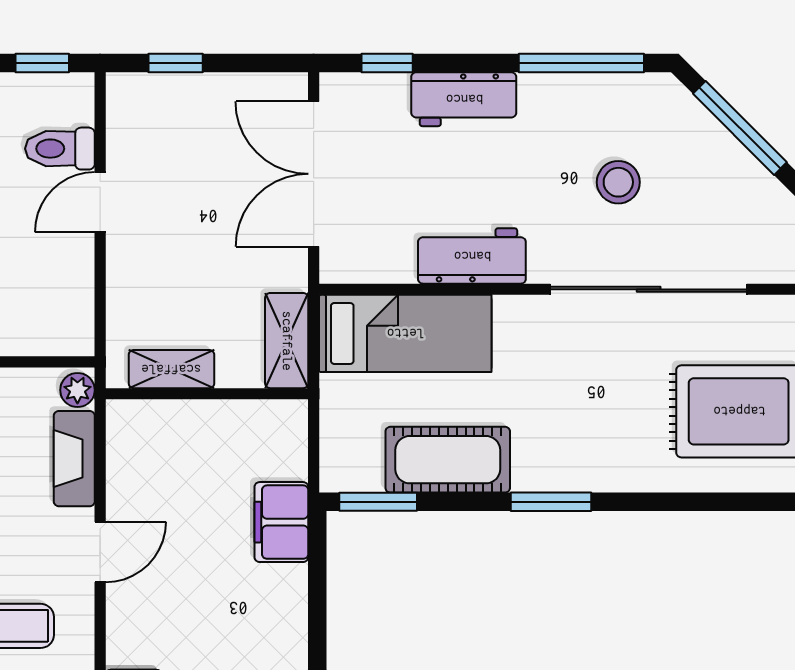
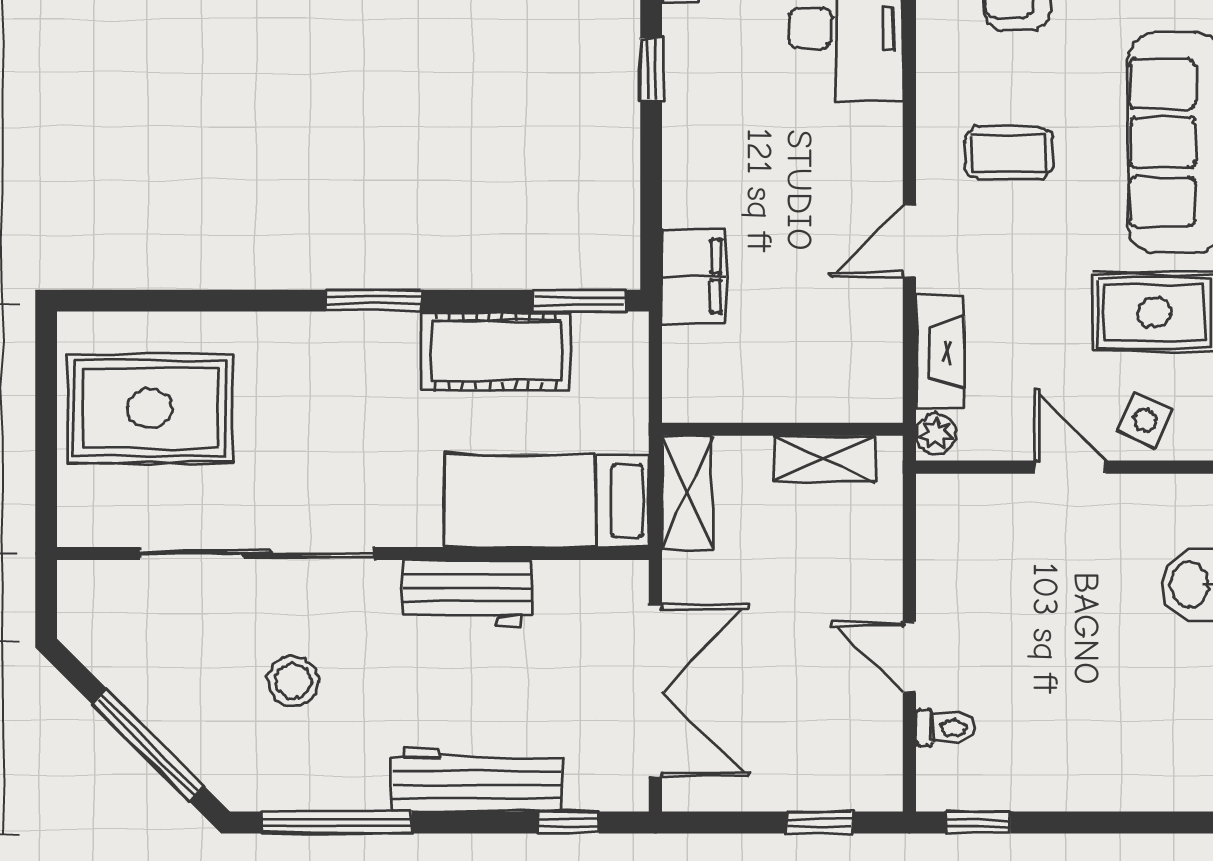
workbench: (464, 99) -> (477, 780), width x1.37
toilet: (60, 149) -> (946, 728), width x0.73, depth x0.72
door: (100, 202) -> (909, 657), swing flipped

